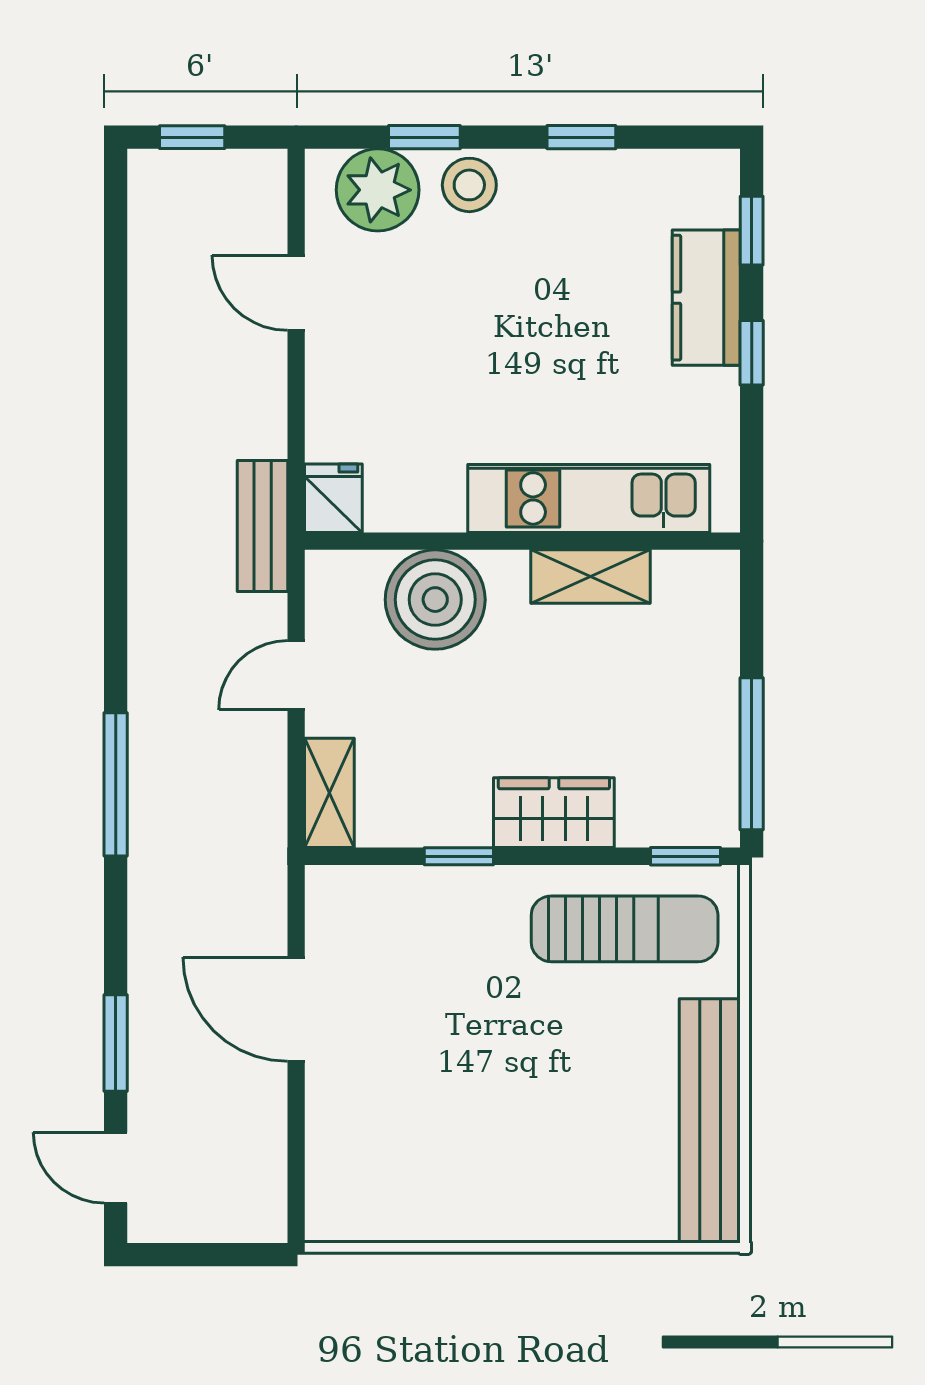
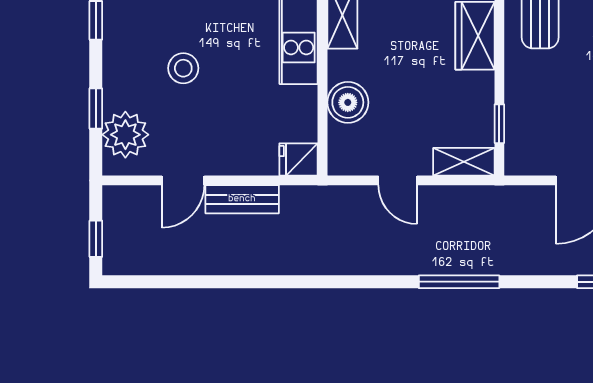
stool: (469, 185) -> (183, 68), moved
bench: (263, 526) -> (242, 199), moved
boiler: (435, 600) -> (348, 102), width x0.73, depth x0.73
window: (459, 856) -> (499, 124), moved

